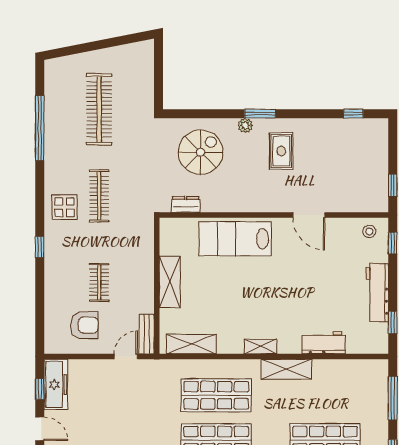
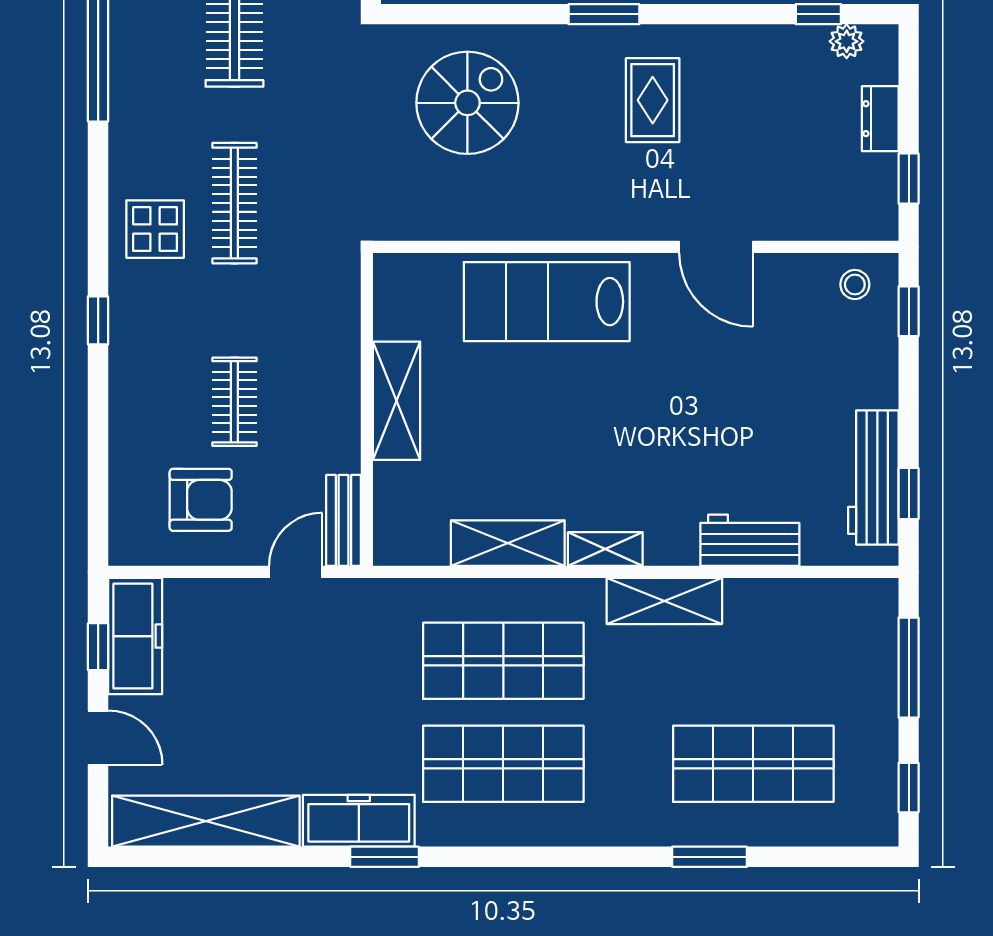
plant: (245, 125) -> (847, 41), moved
dresser: (186, 204) -> (880, 119), moved, turned -90
workbench: (377, 292) -> (873, 477), moved
shelving: (191, 344) -> (508, 543), moved

